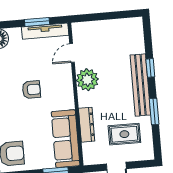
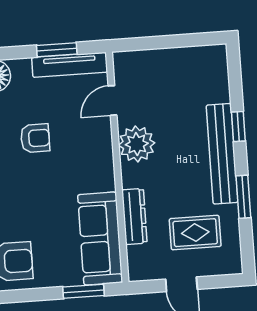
armchair: (31, 90) -> (35, 138), moved

